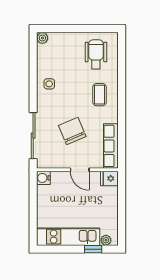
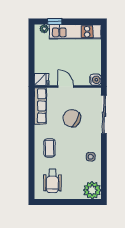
plant: (42, 38) -> (92, 190), width x1.88, depth x1.88
chair: (72, 131) -> (72, 118), turned 140

